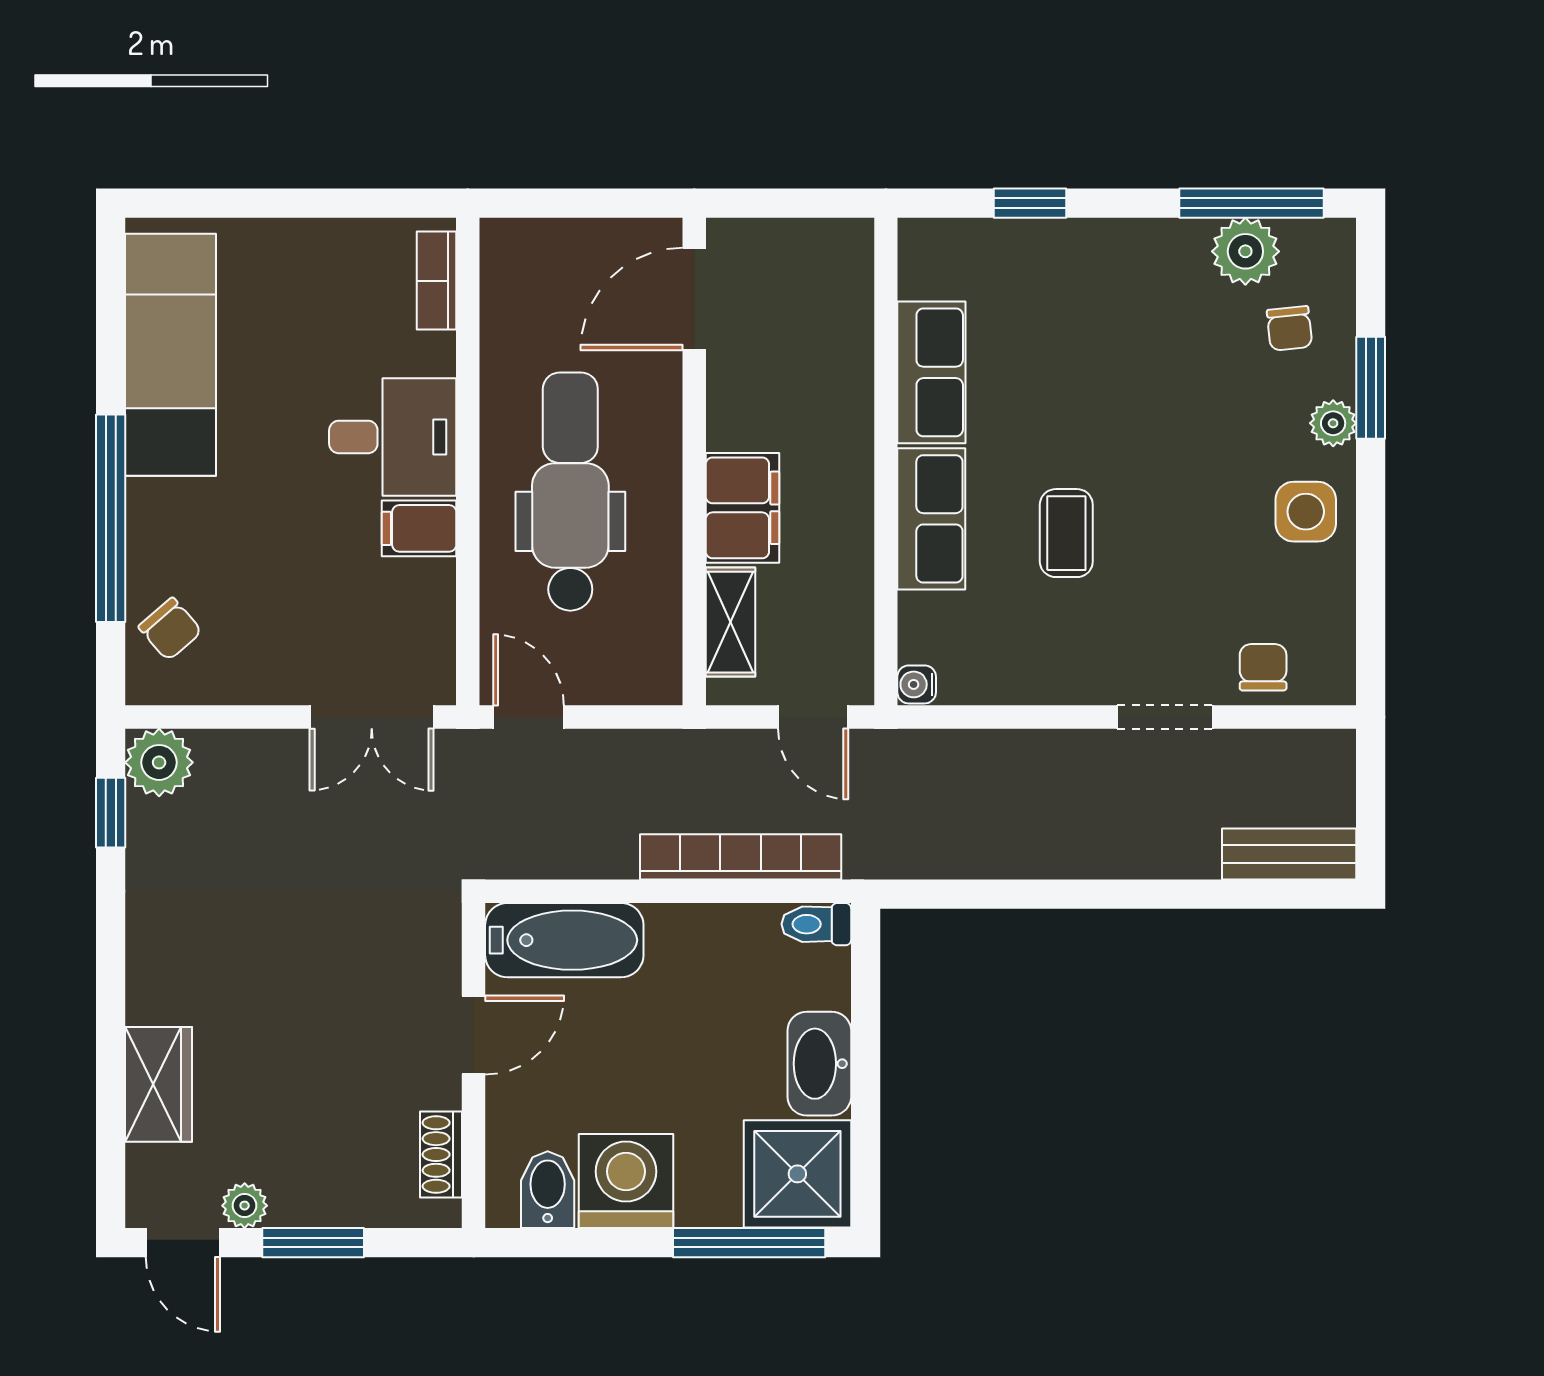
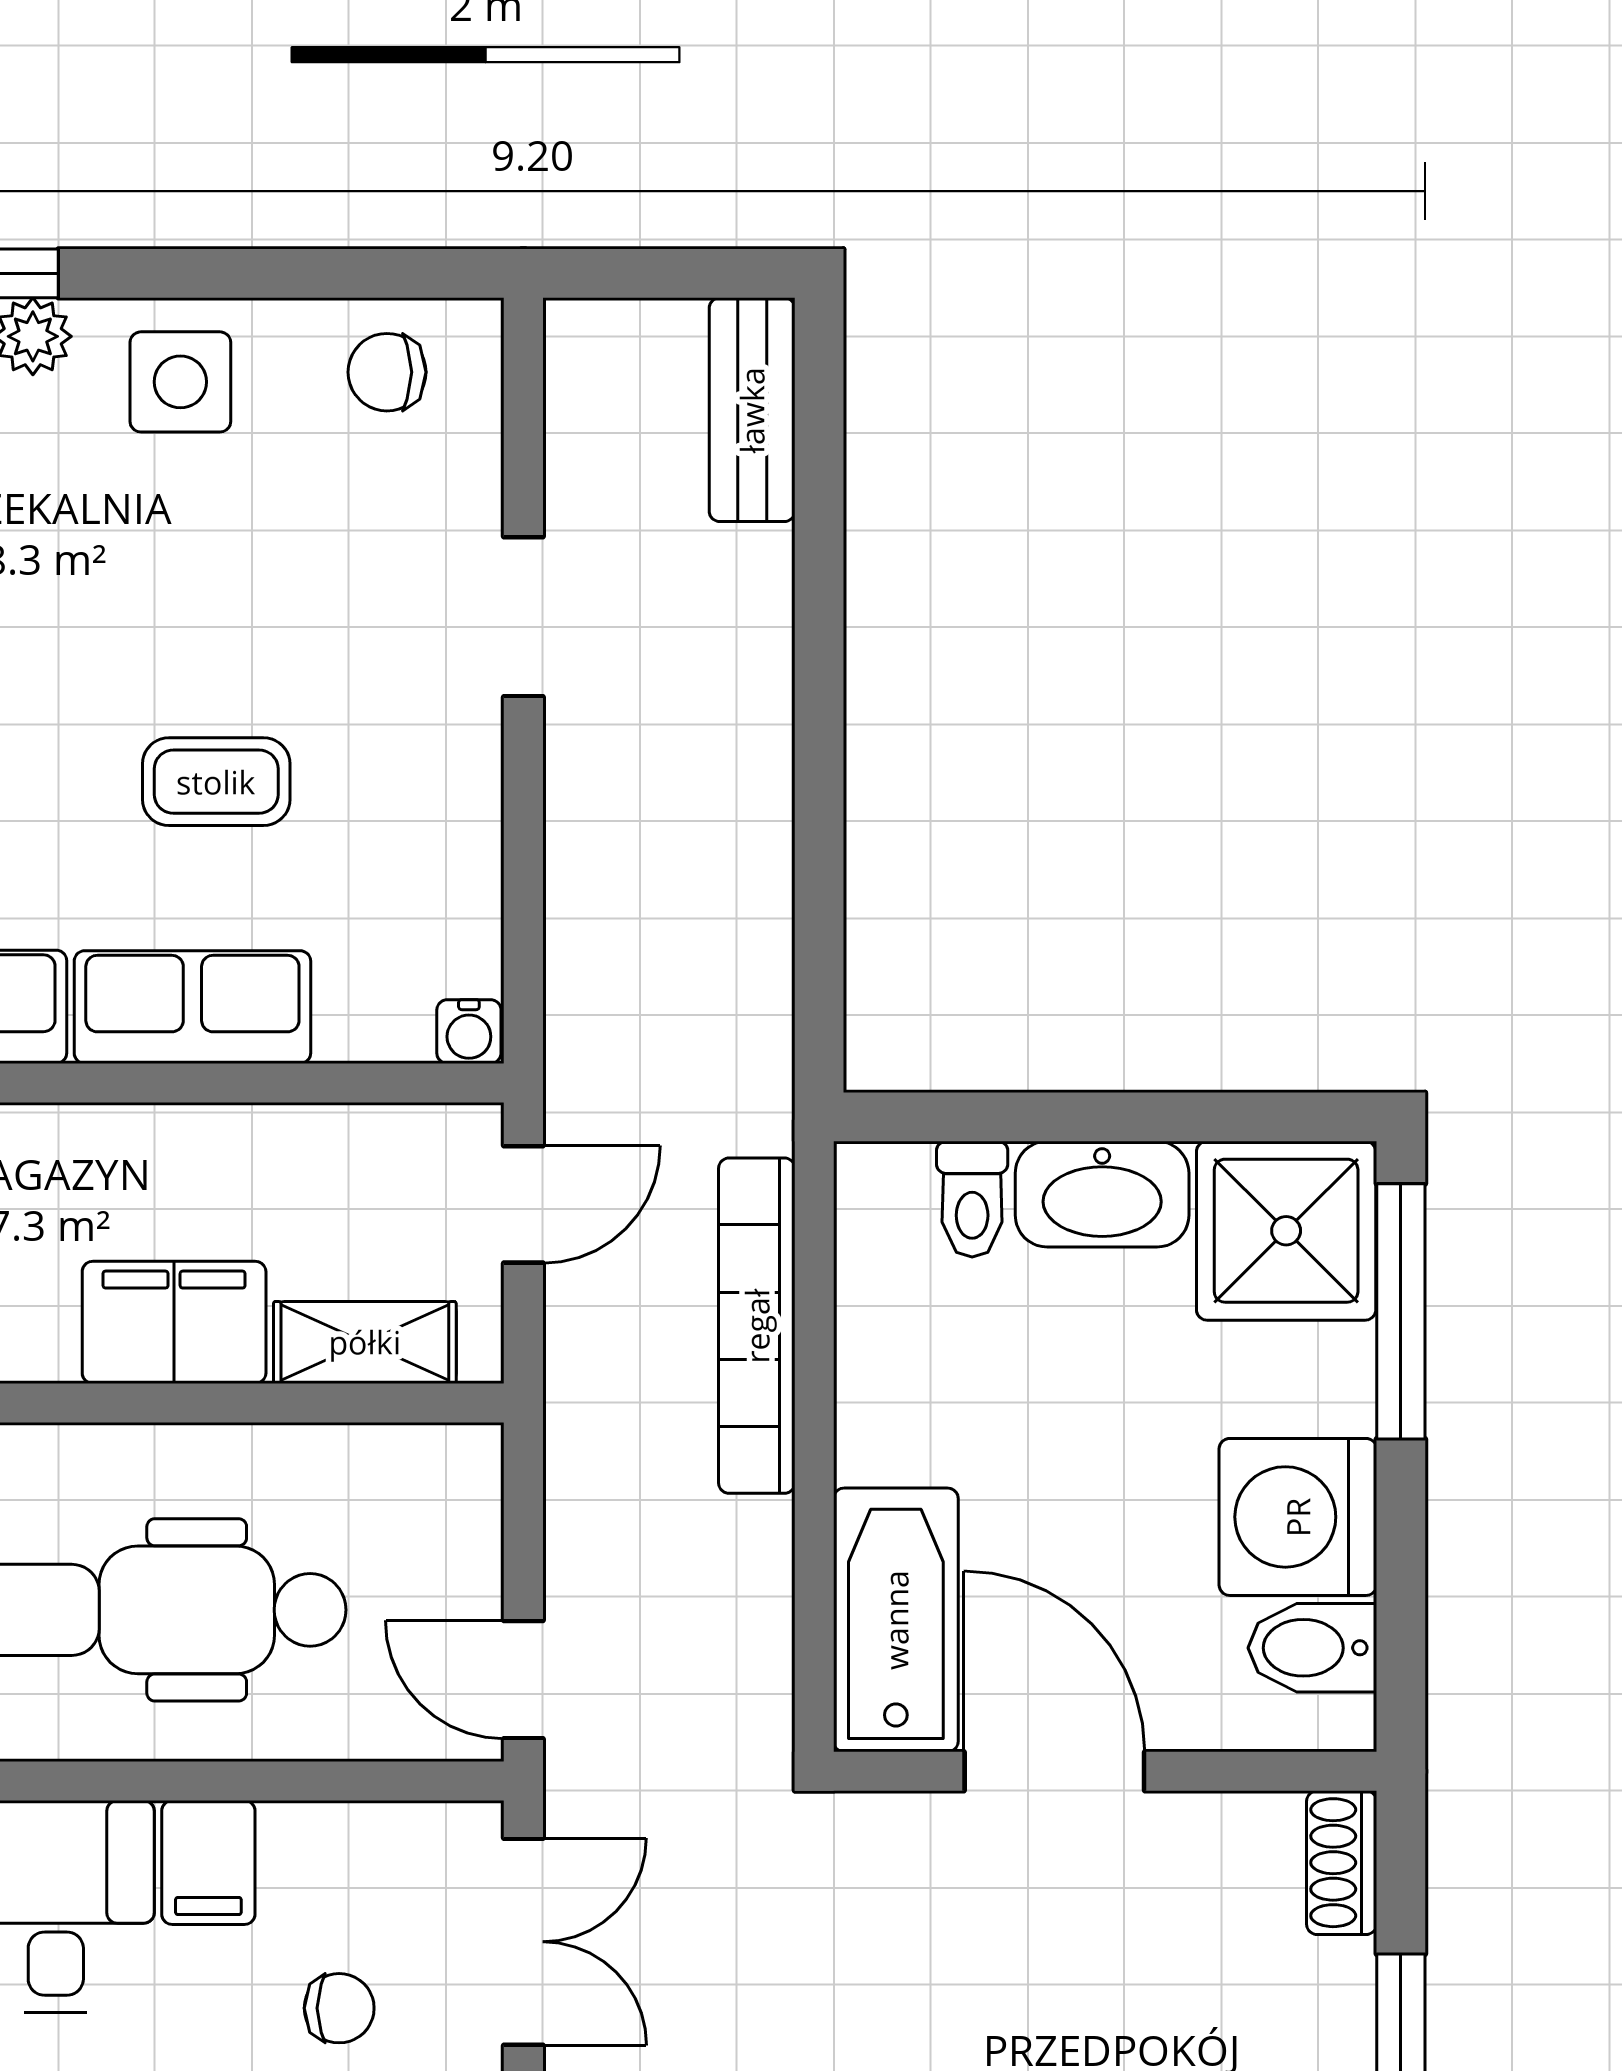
chair: (332, 607) -> (339, 2008), added
chair: (1263, 667) -> (387, 372), moved
door: (528, 717) -> (523, 1680), hinge flipped
toilet: (816, 924) -> (972, 1199), moved
door: (474, 1035) -> (1054, 1771), width x1.38
shoe rack: (441, 1154) -> (1342, 1863), moved, turned 90

